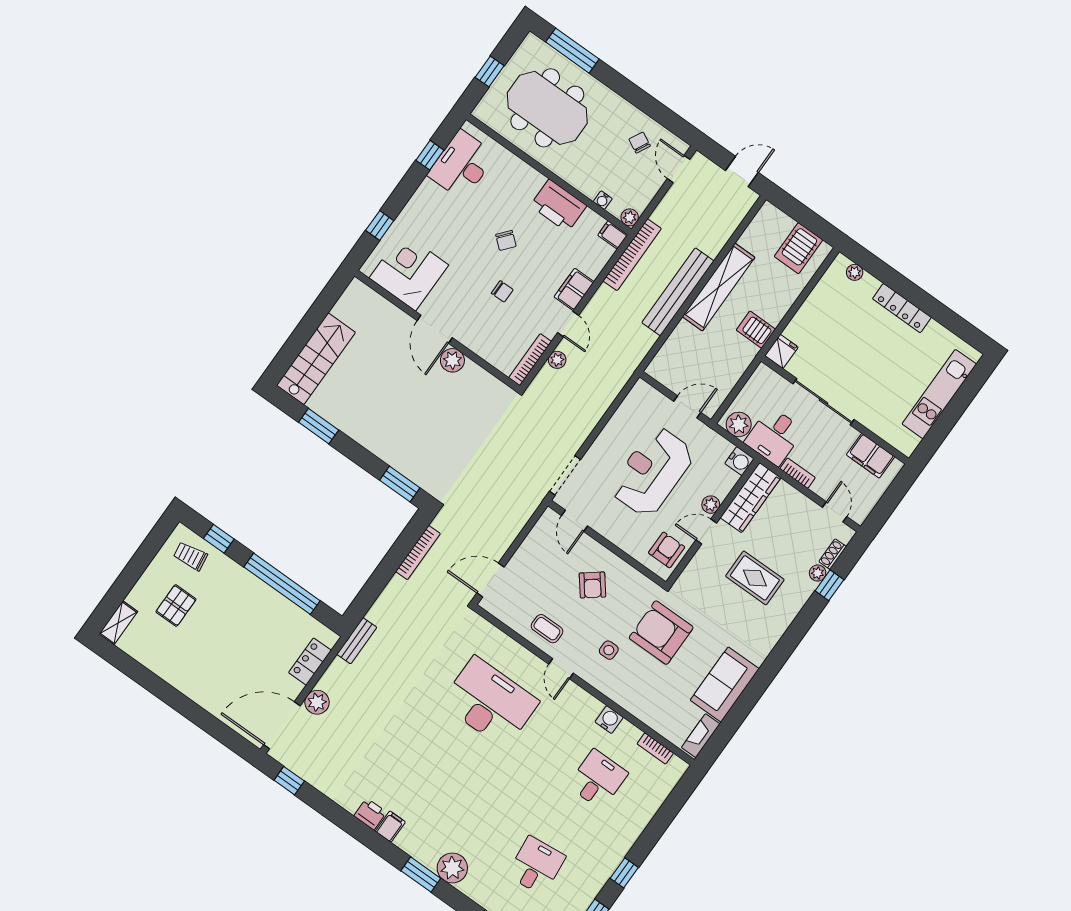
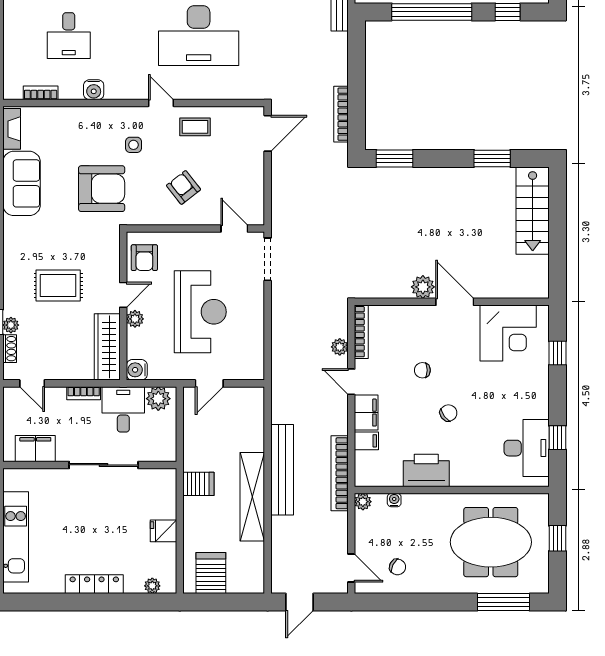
filing cabinet: (613, 235) -> (366, 441), moved
chair: (506, 240) -> (448, 413), turned 104
fridge: (781, 351) -> (164, 531), moved, turned 90

